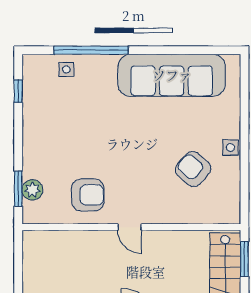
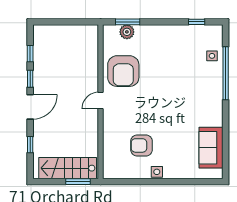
sofa: (172, 75) -> (211, 148), width x0.54, depth x0.79
armchair: (193, 169) -> (142, 145), turned -131
armchair: (88, 195) -> (123, 71), width x1.36, depth x1.36

